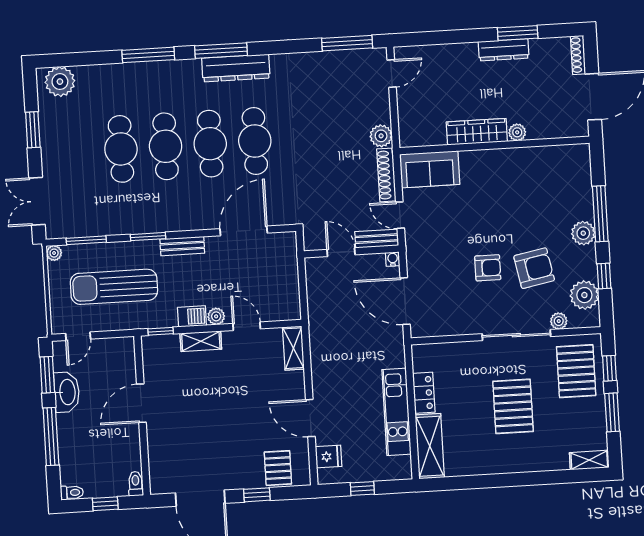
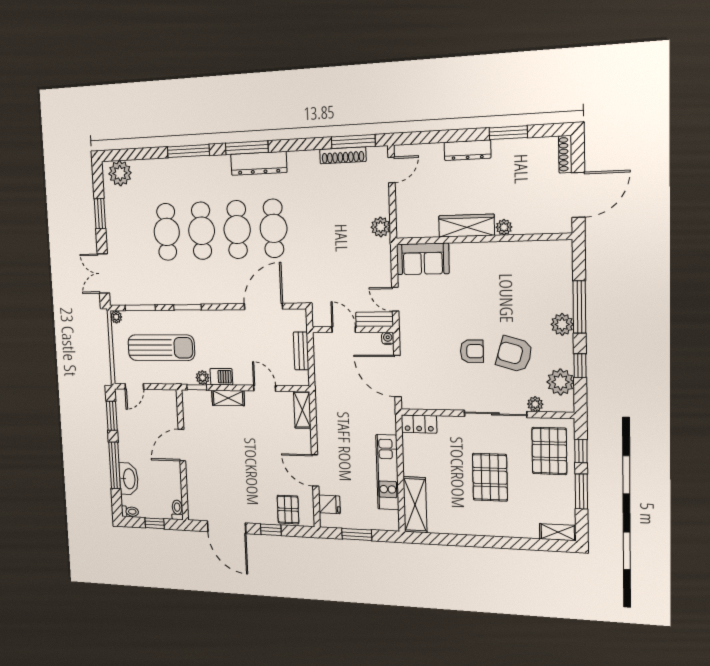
dresser: (504, 50) -> (467, 150), moved
shoe rack: (386, 175) -> (343, 155), moved, turned -90
bench: (182, 246) -> (301, 351), moved, turned 90
armchair: (534, 268) -> (514, 354), turned -153
sun lounger: (114, 287) -> (161, 348), turned 180
plant: (216, 316) -> (203, 378), moved
washbasin: (67, 392) -> (129, 479), moved
locker: (424, 393) -> (419, 424), moved, turned 90
window: (362, 489) -> (357, 534), width x1.50

